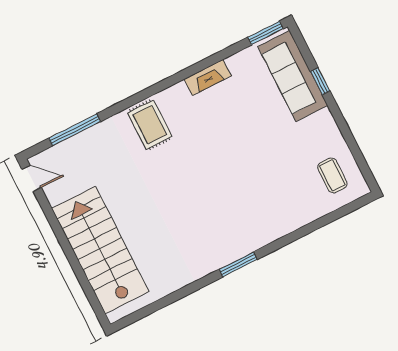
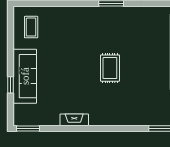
sofa: (293, 76) -> (25, 76), moved
rug: (150, 125) -> (110, 68), moved

